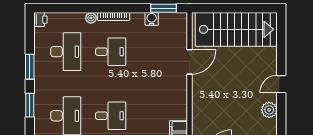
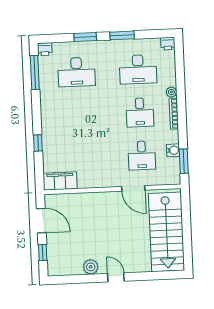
desk: (111, 116) -> (142, 155), moved

